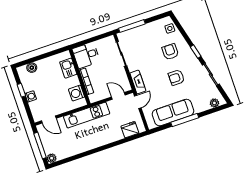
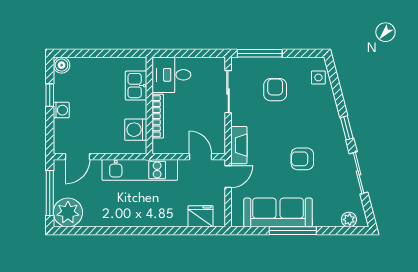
armchair: (170, 52) -> (275, 90), moved
boiler: (32, 68) -> (62, 65), moved
door: (49, 120) -> (77, 157), hinge flipped
plant: (52, 158) -> (68, 212), width x1.88, depth x1.88

